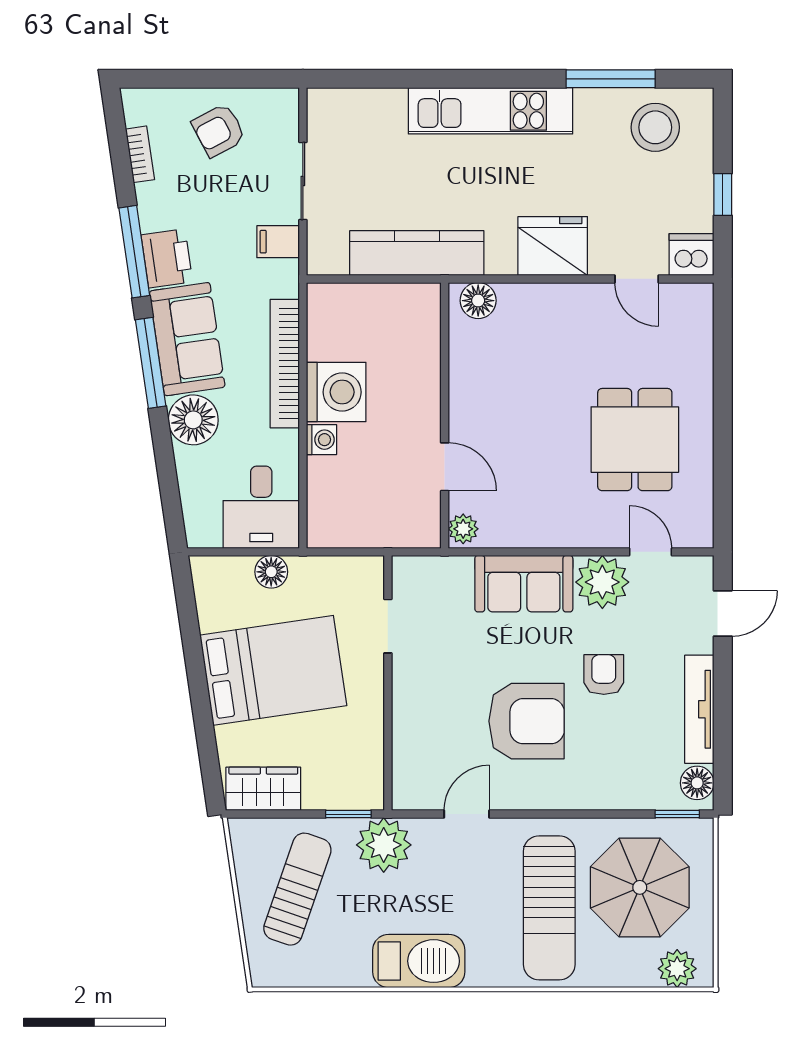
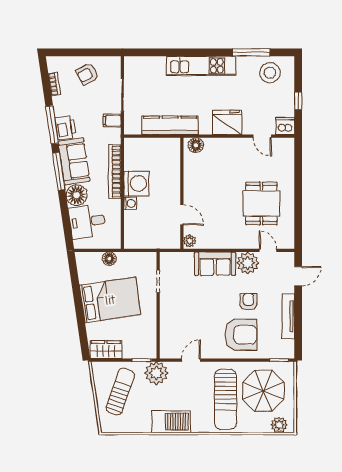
desk: (261, 507) -> (87, 221), moved, turned 82
armchair: (527, 721) -> (241, 335), moved
floor lamp: (697, 783) -> (287, 347), removed

